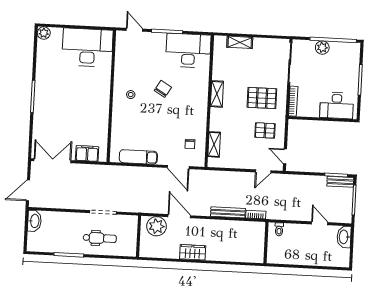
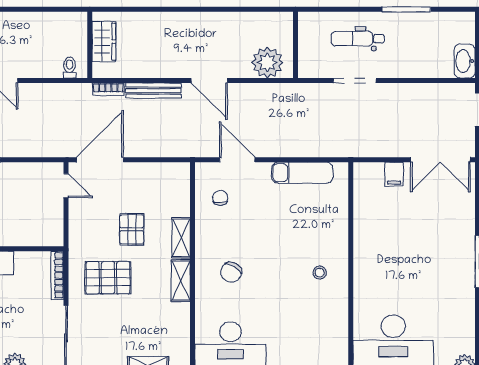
chair: (163, 89) -> (231, 272), moved
pallet: (265, 130) -> (132, 229), moved, turned 90
shelving: (214, 144) -> (181, 238), moved
filing cabinet: (87, 153) -> (394, 174), width x0.50
door: (263, 171) -> (100, 160), width x1.88
door: (179, 216) -> (209, 81), moved
wardrobe: (193, 252) -> (104, 42), moved, turned -90

